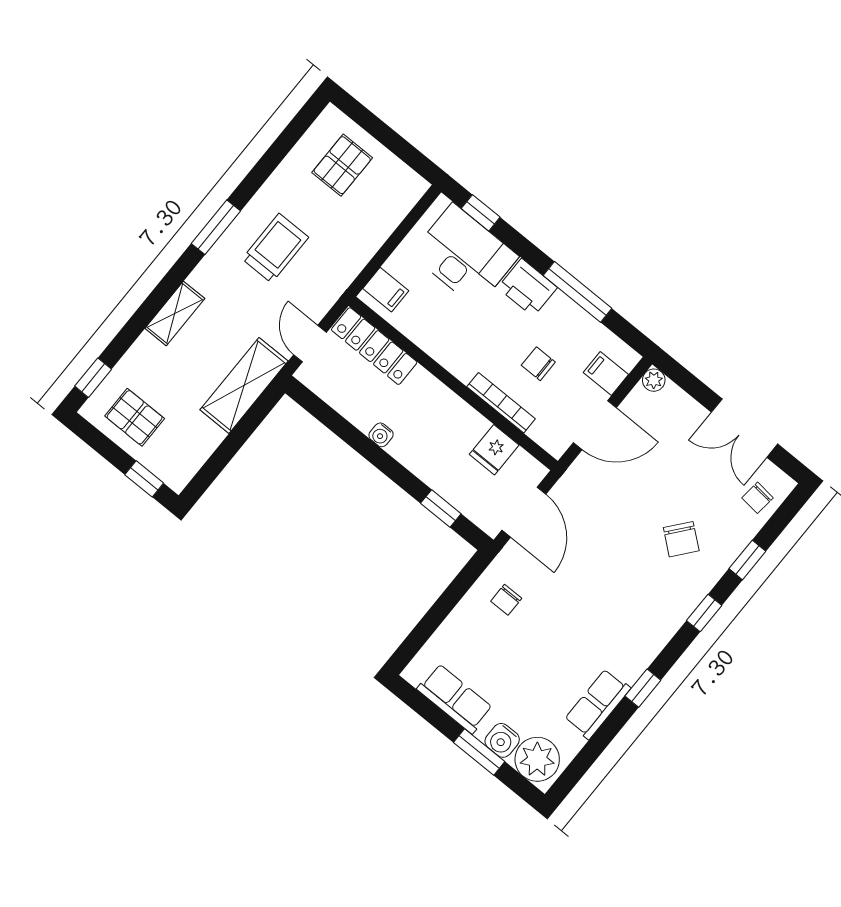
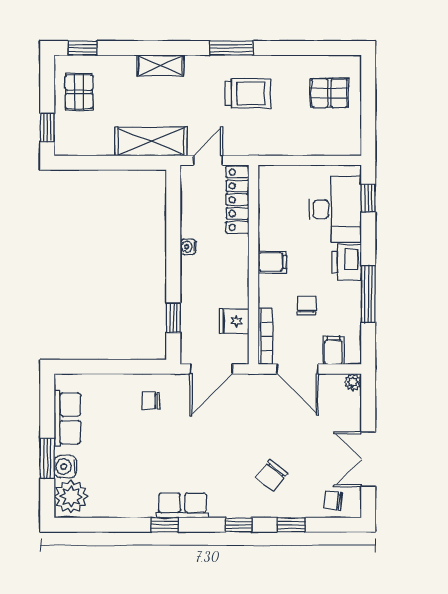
filing cabinet: (386, 290) -> (272, 262), moved, turned -90
bookcase: (501, 403) -> (265, 336), moved
row of seats: (598, 704) -> (182, 506), moved

